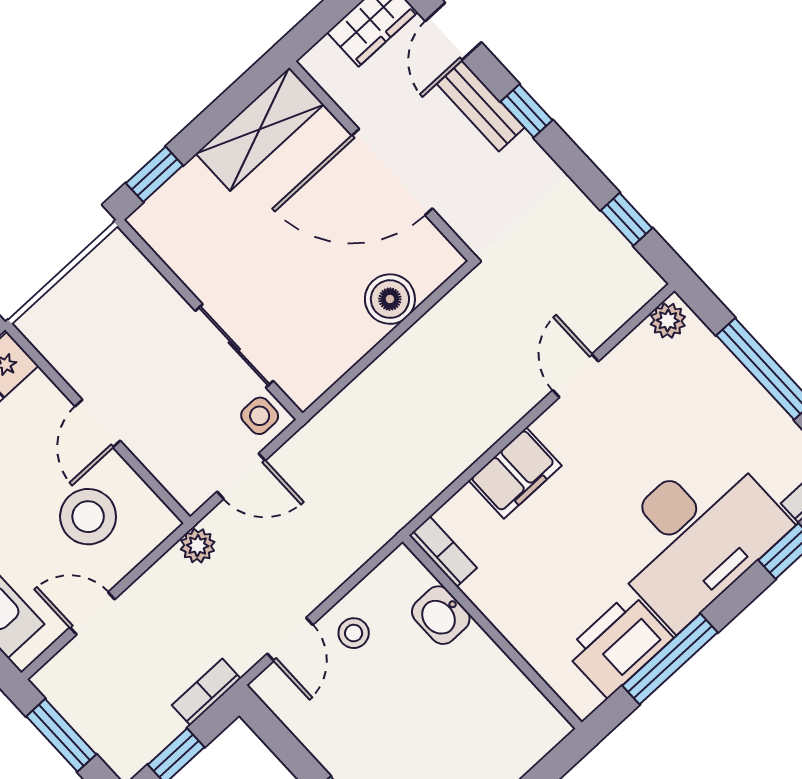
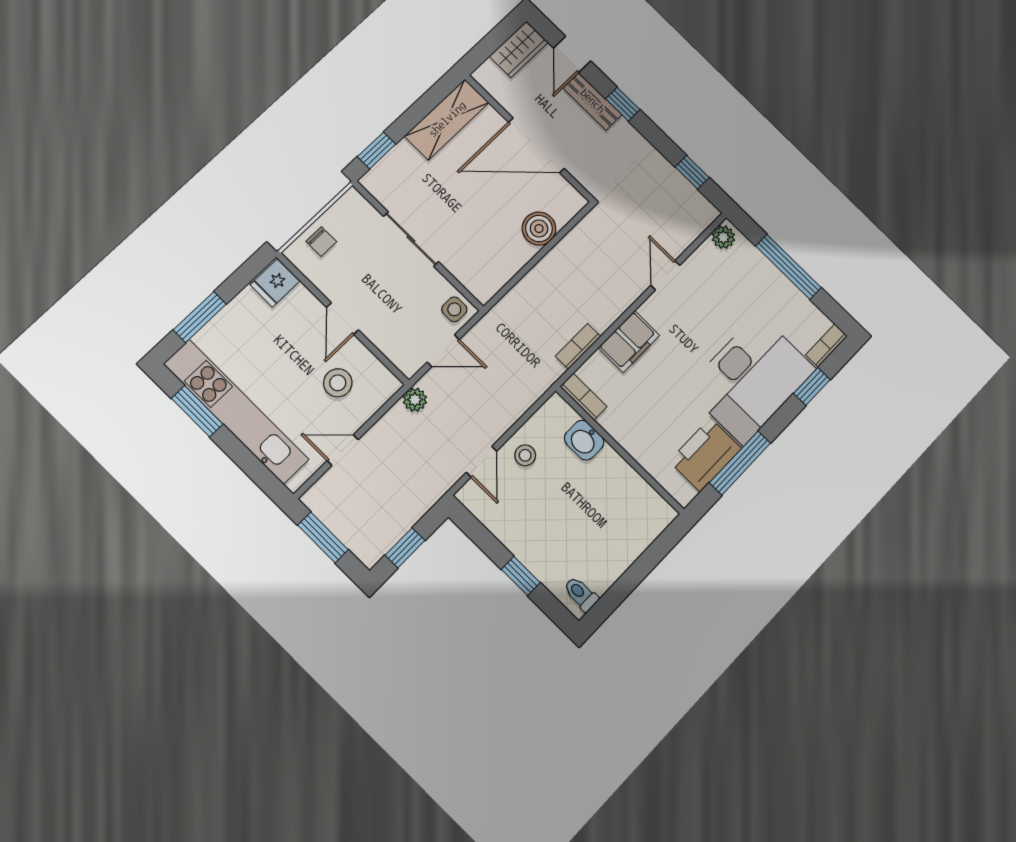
chair: (70, 309) -> (321, 242), added
sliding door: (234, 346) -> (411, 239), moved
stool: (88, 517) -> (338, 383), width x0.73, depth x0.73
bookcase: (206, 692) -> (578, 346), moved

